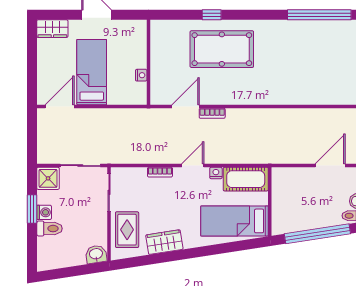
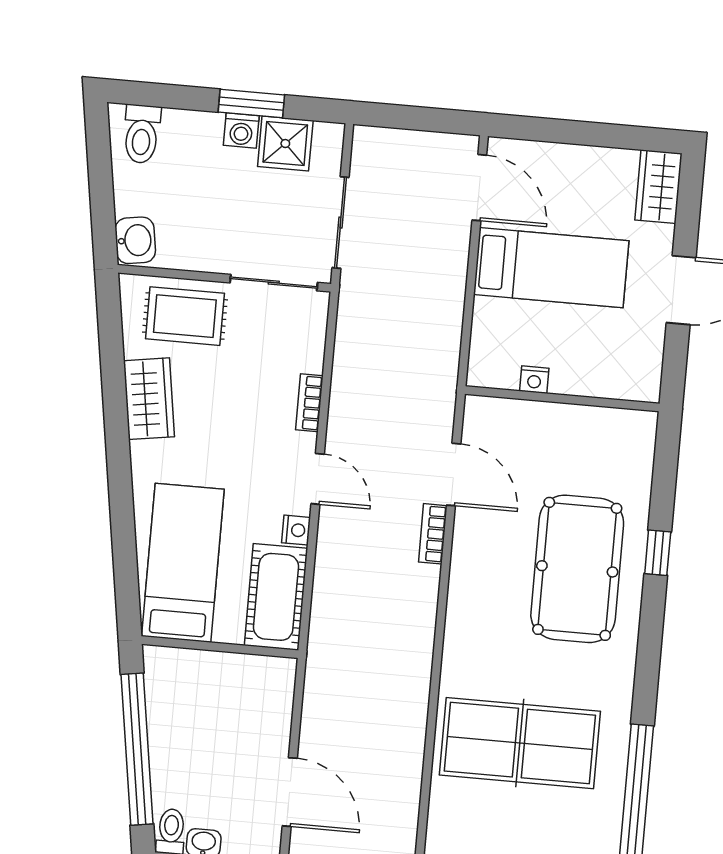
table tennis table: (300, 67) -> (520, 743), added
shower: (48, 178) -> (285, 144), moved
toilet: (49, 229) -> (142, 134), moved

